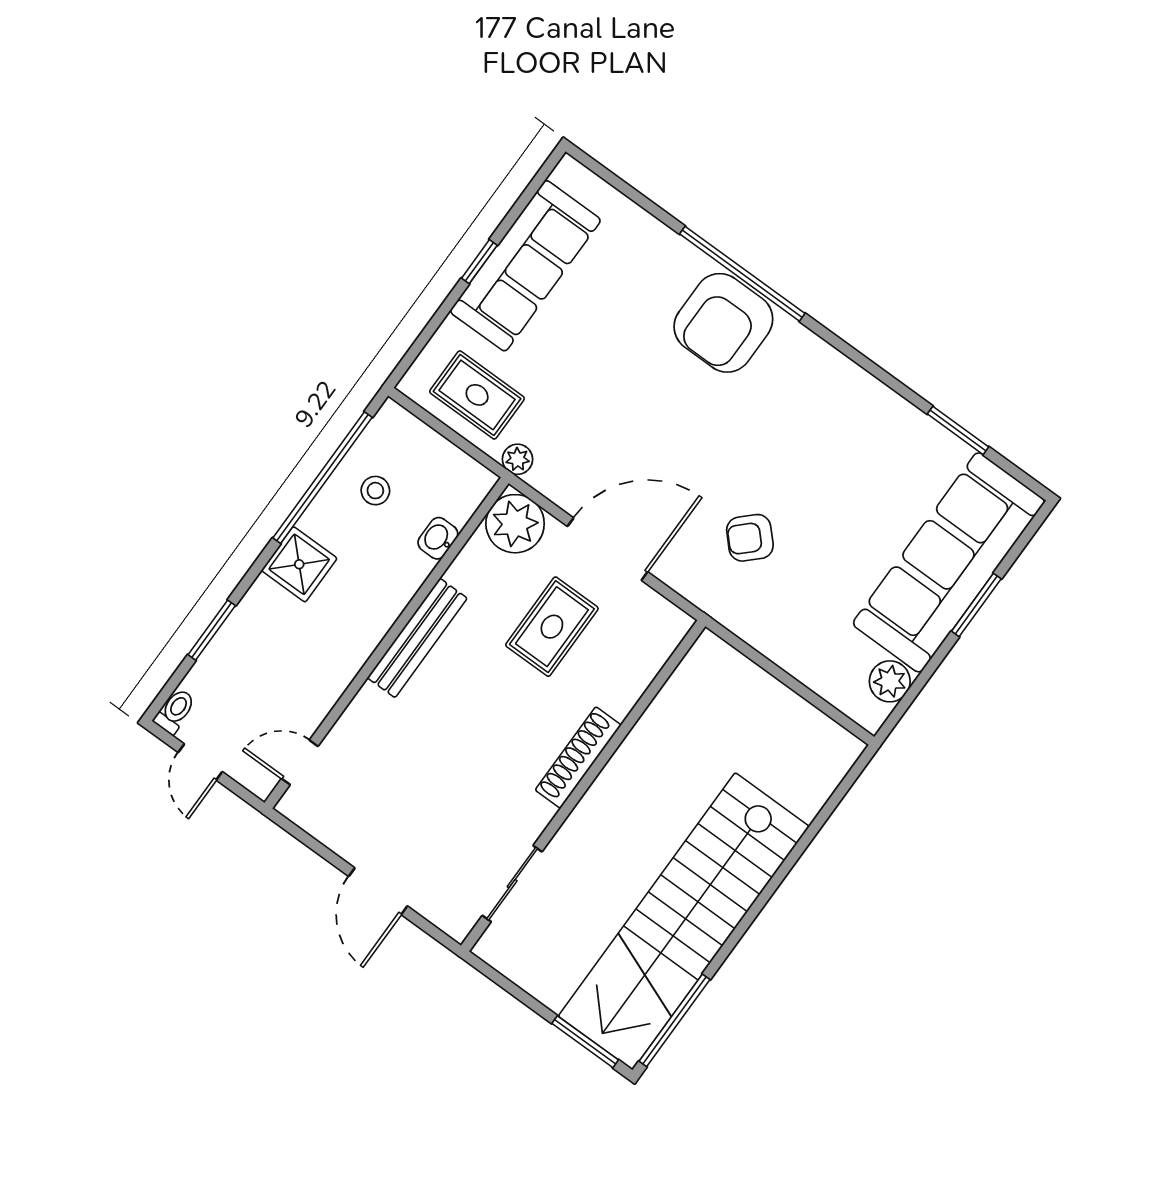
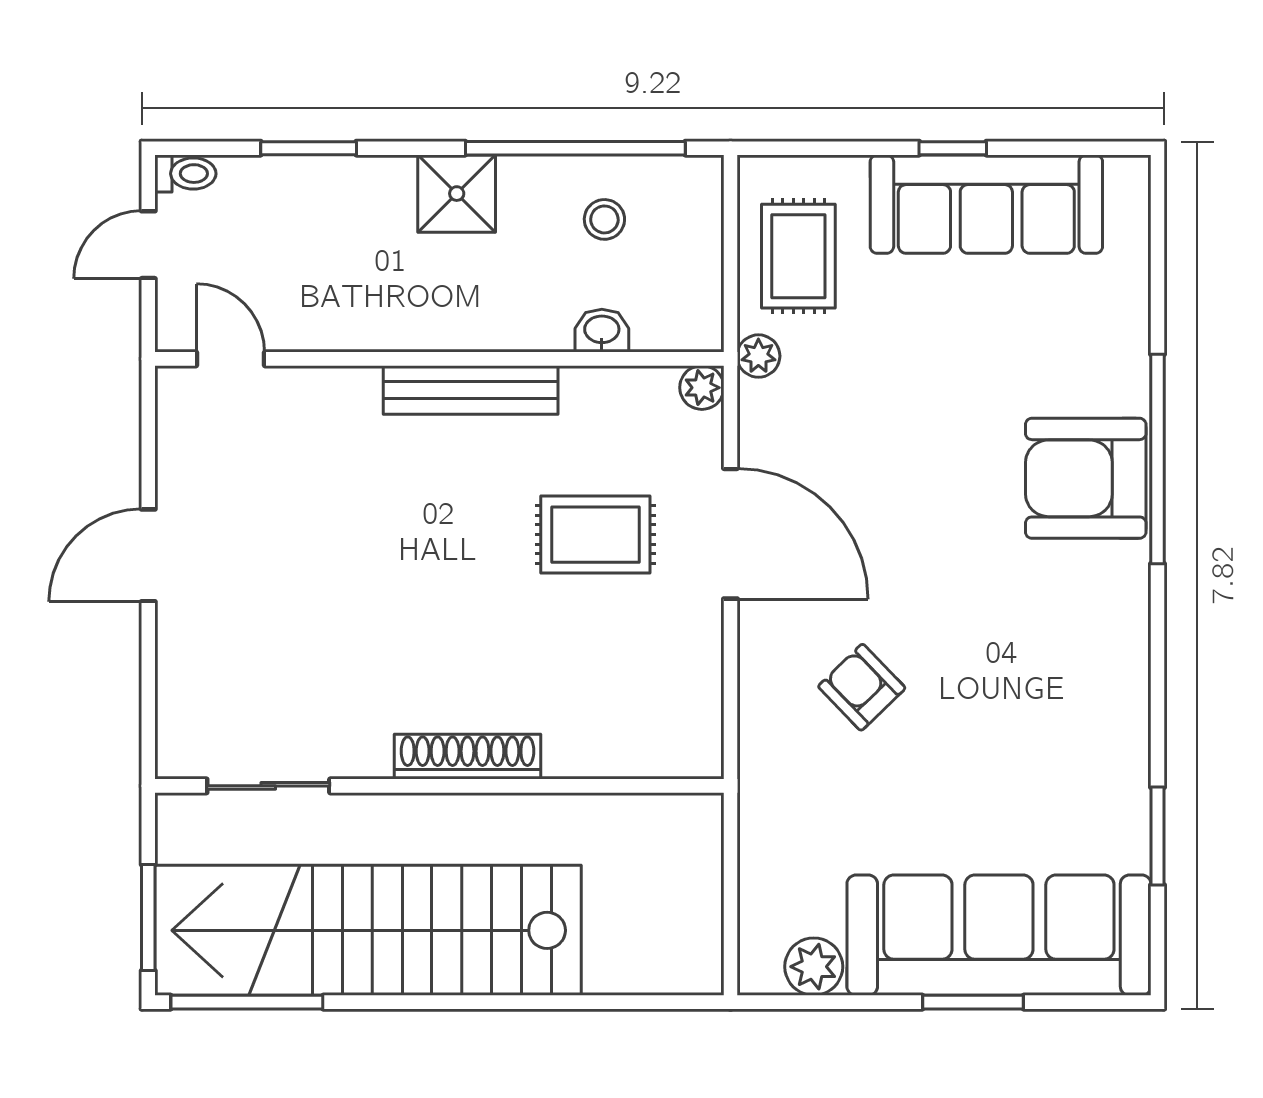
plant: (515, 524) -> (702, 388), width x0.53, depth x0.53
shoe rack: (578, 758) -> (468, 757), moved
wall: (583, 786) -> (439, 786), moved
sliding door: (512, 884) -> (268, 786), moved

